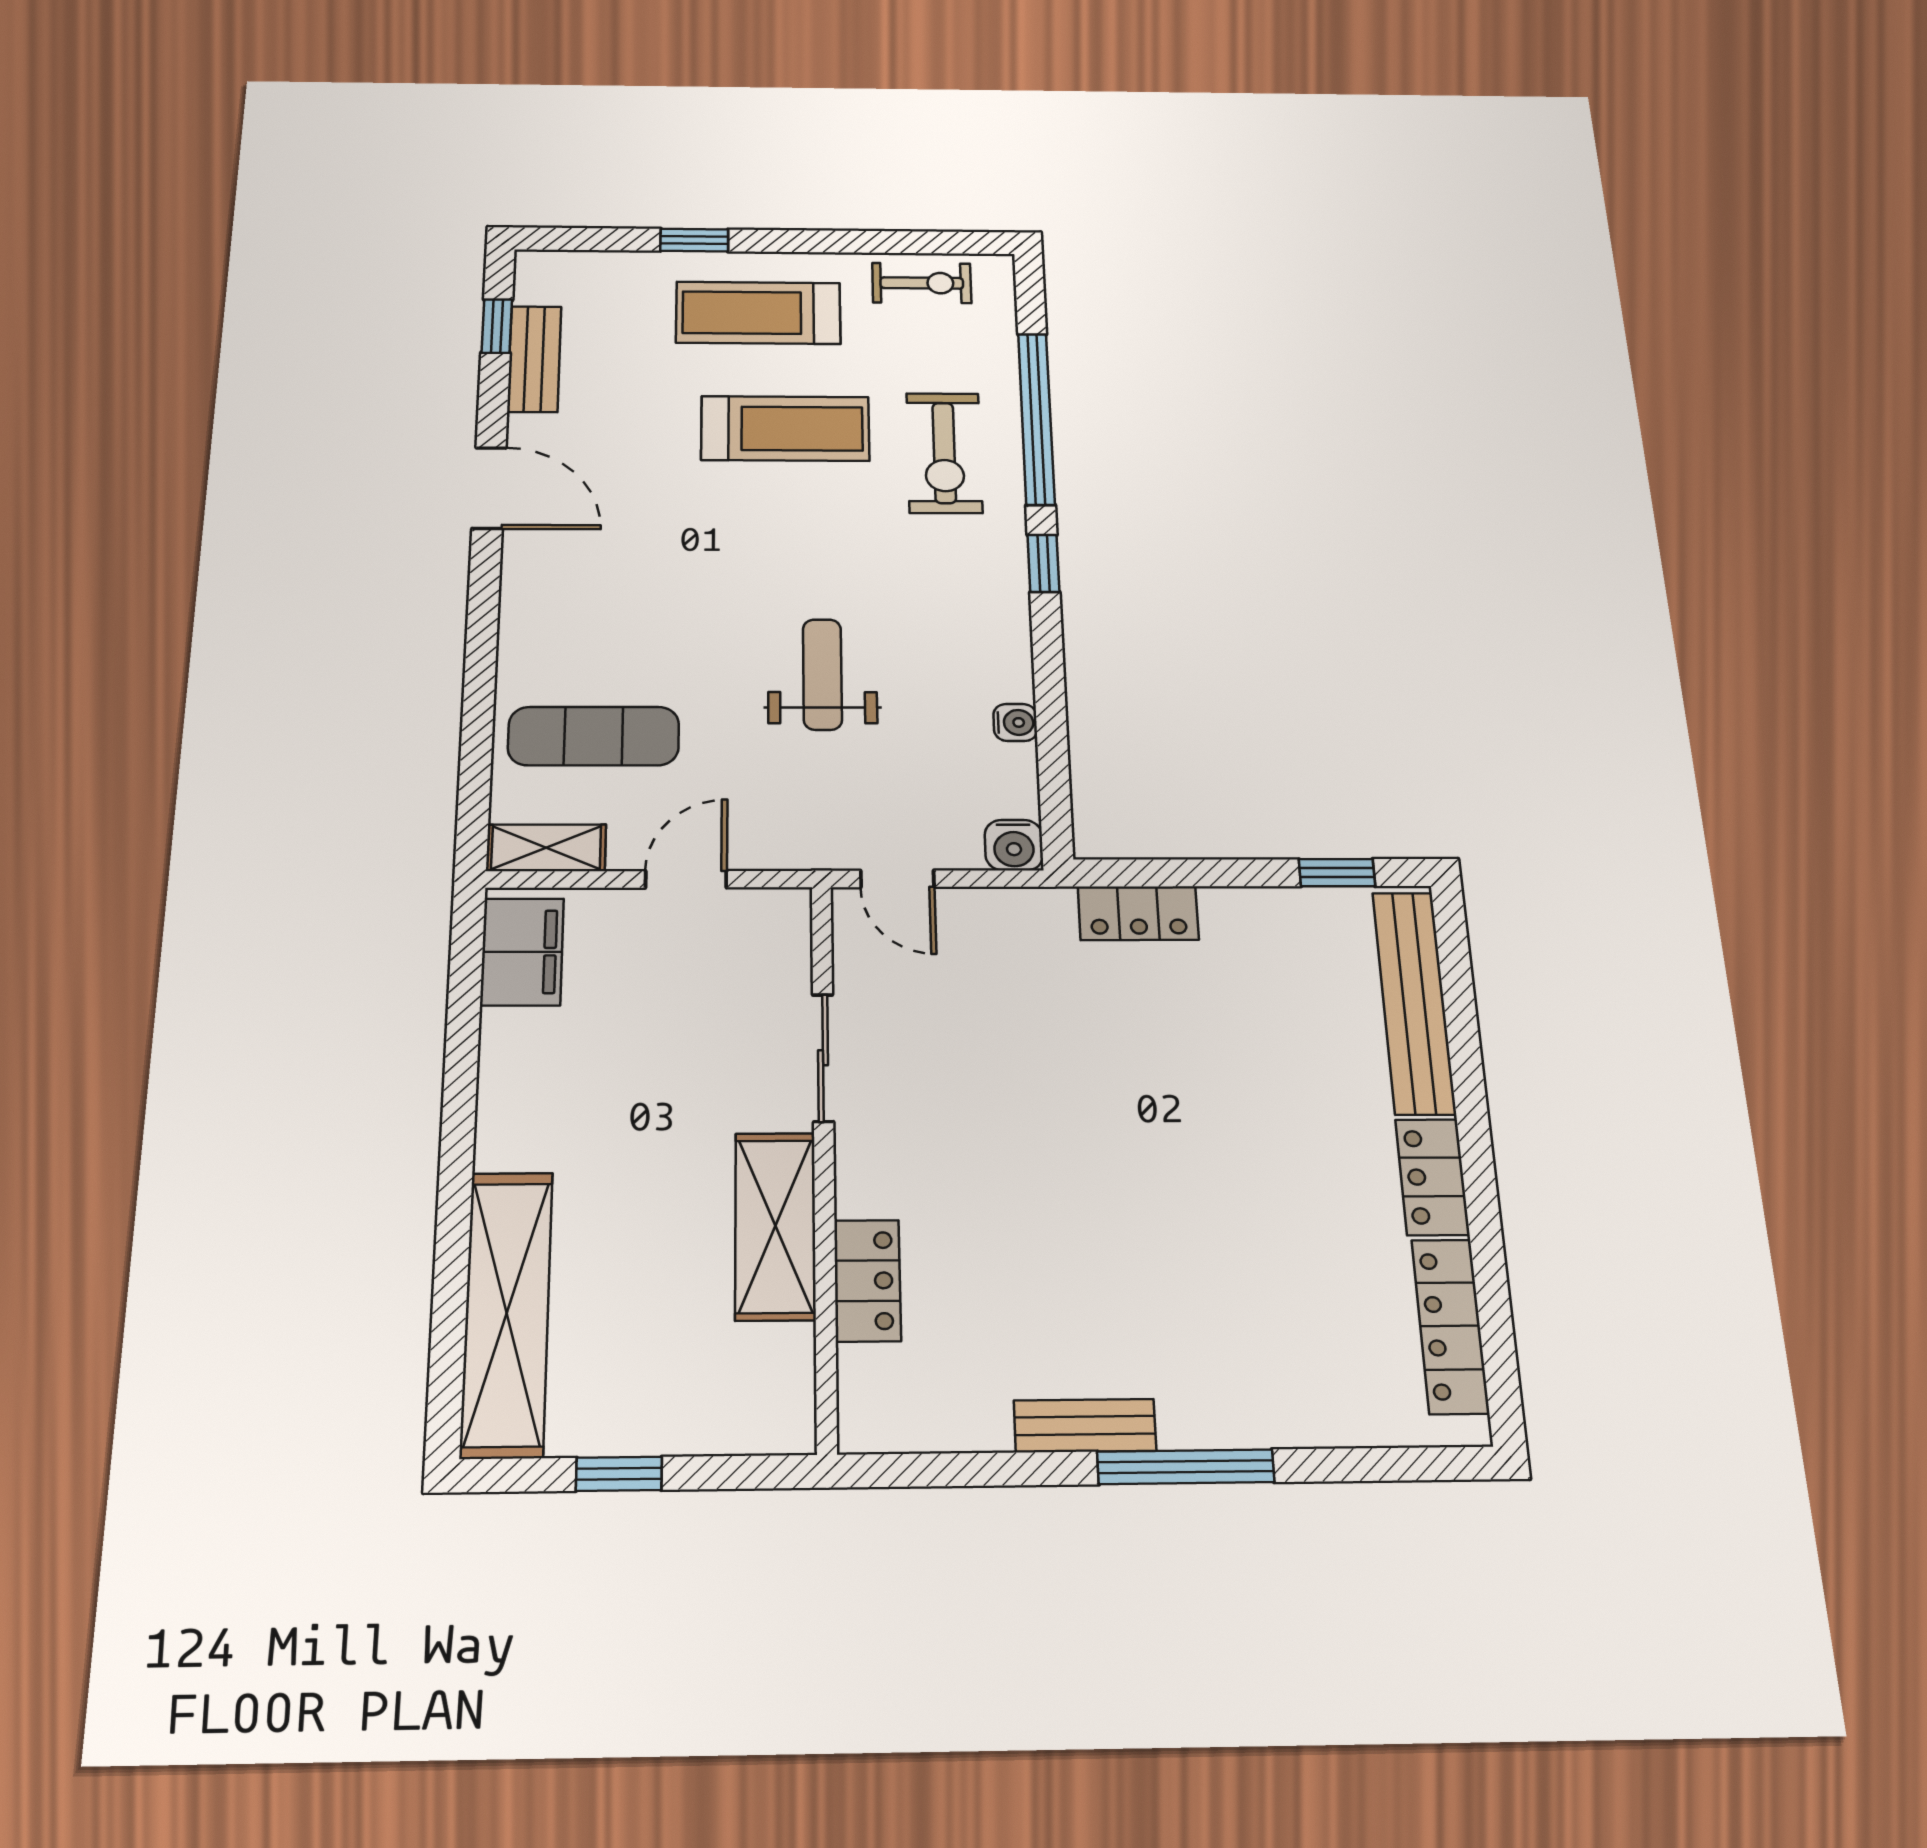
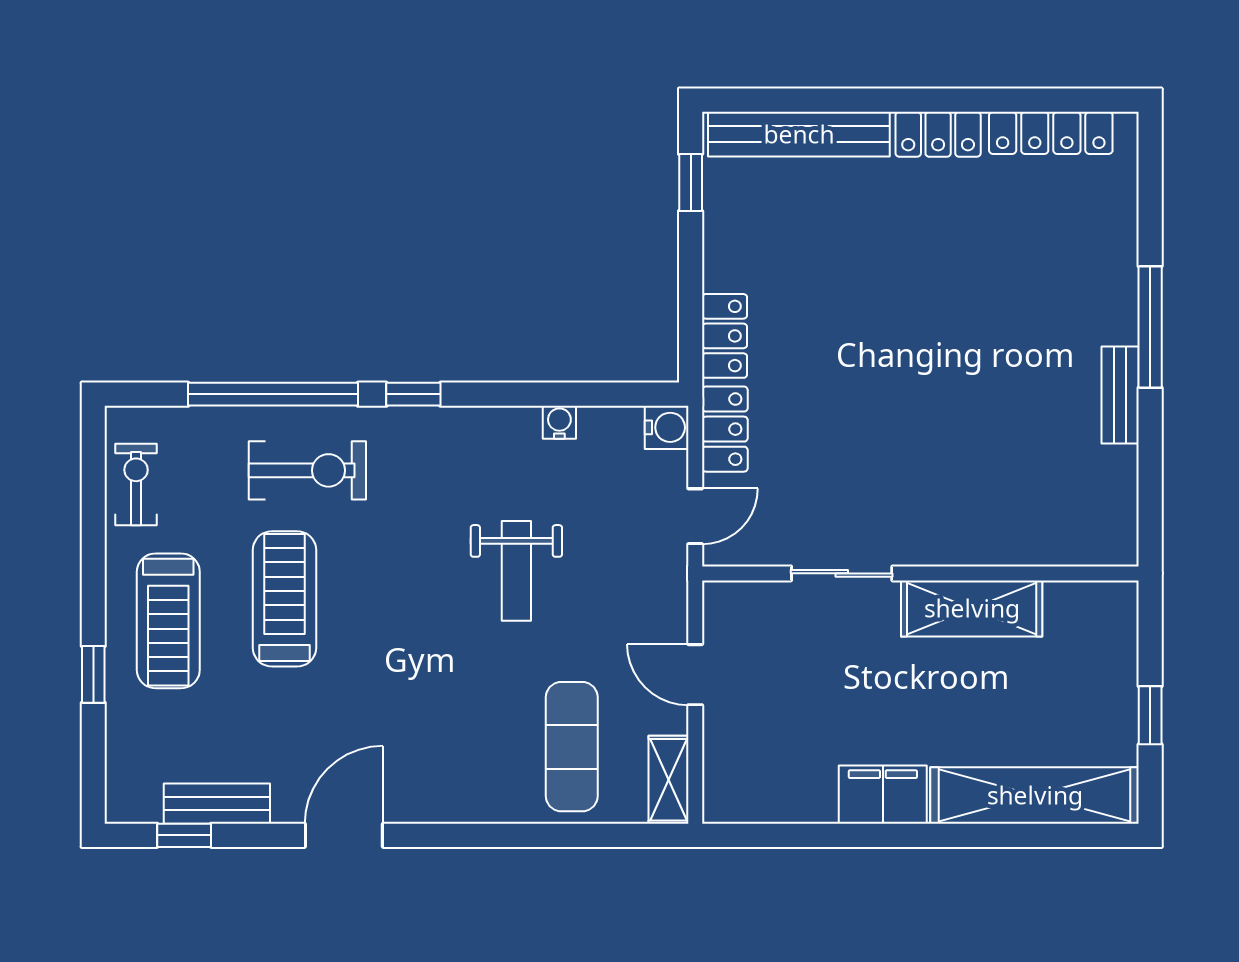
weight bench: (822, 674) -> (516, 571), turned -90
filing cabinet: (522, 952) -> (883, 795), moved
locker: (867, 1281) -> (725, 429), moved, turned 90

